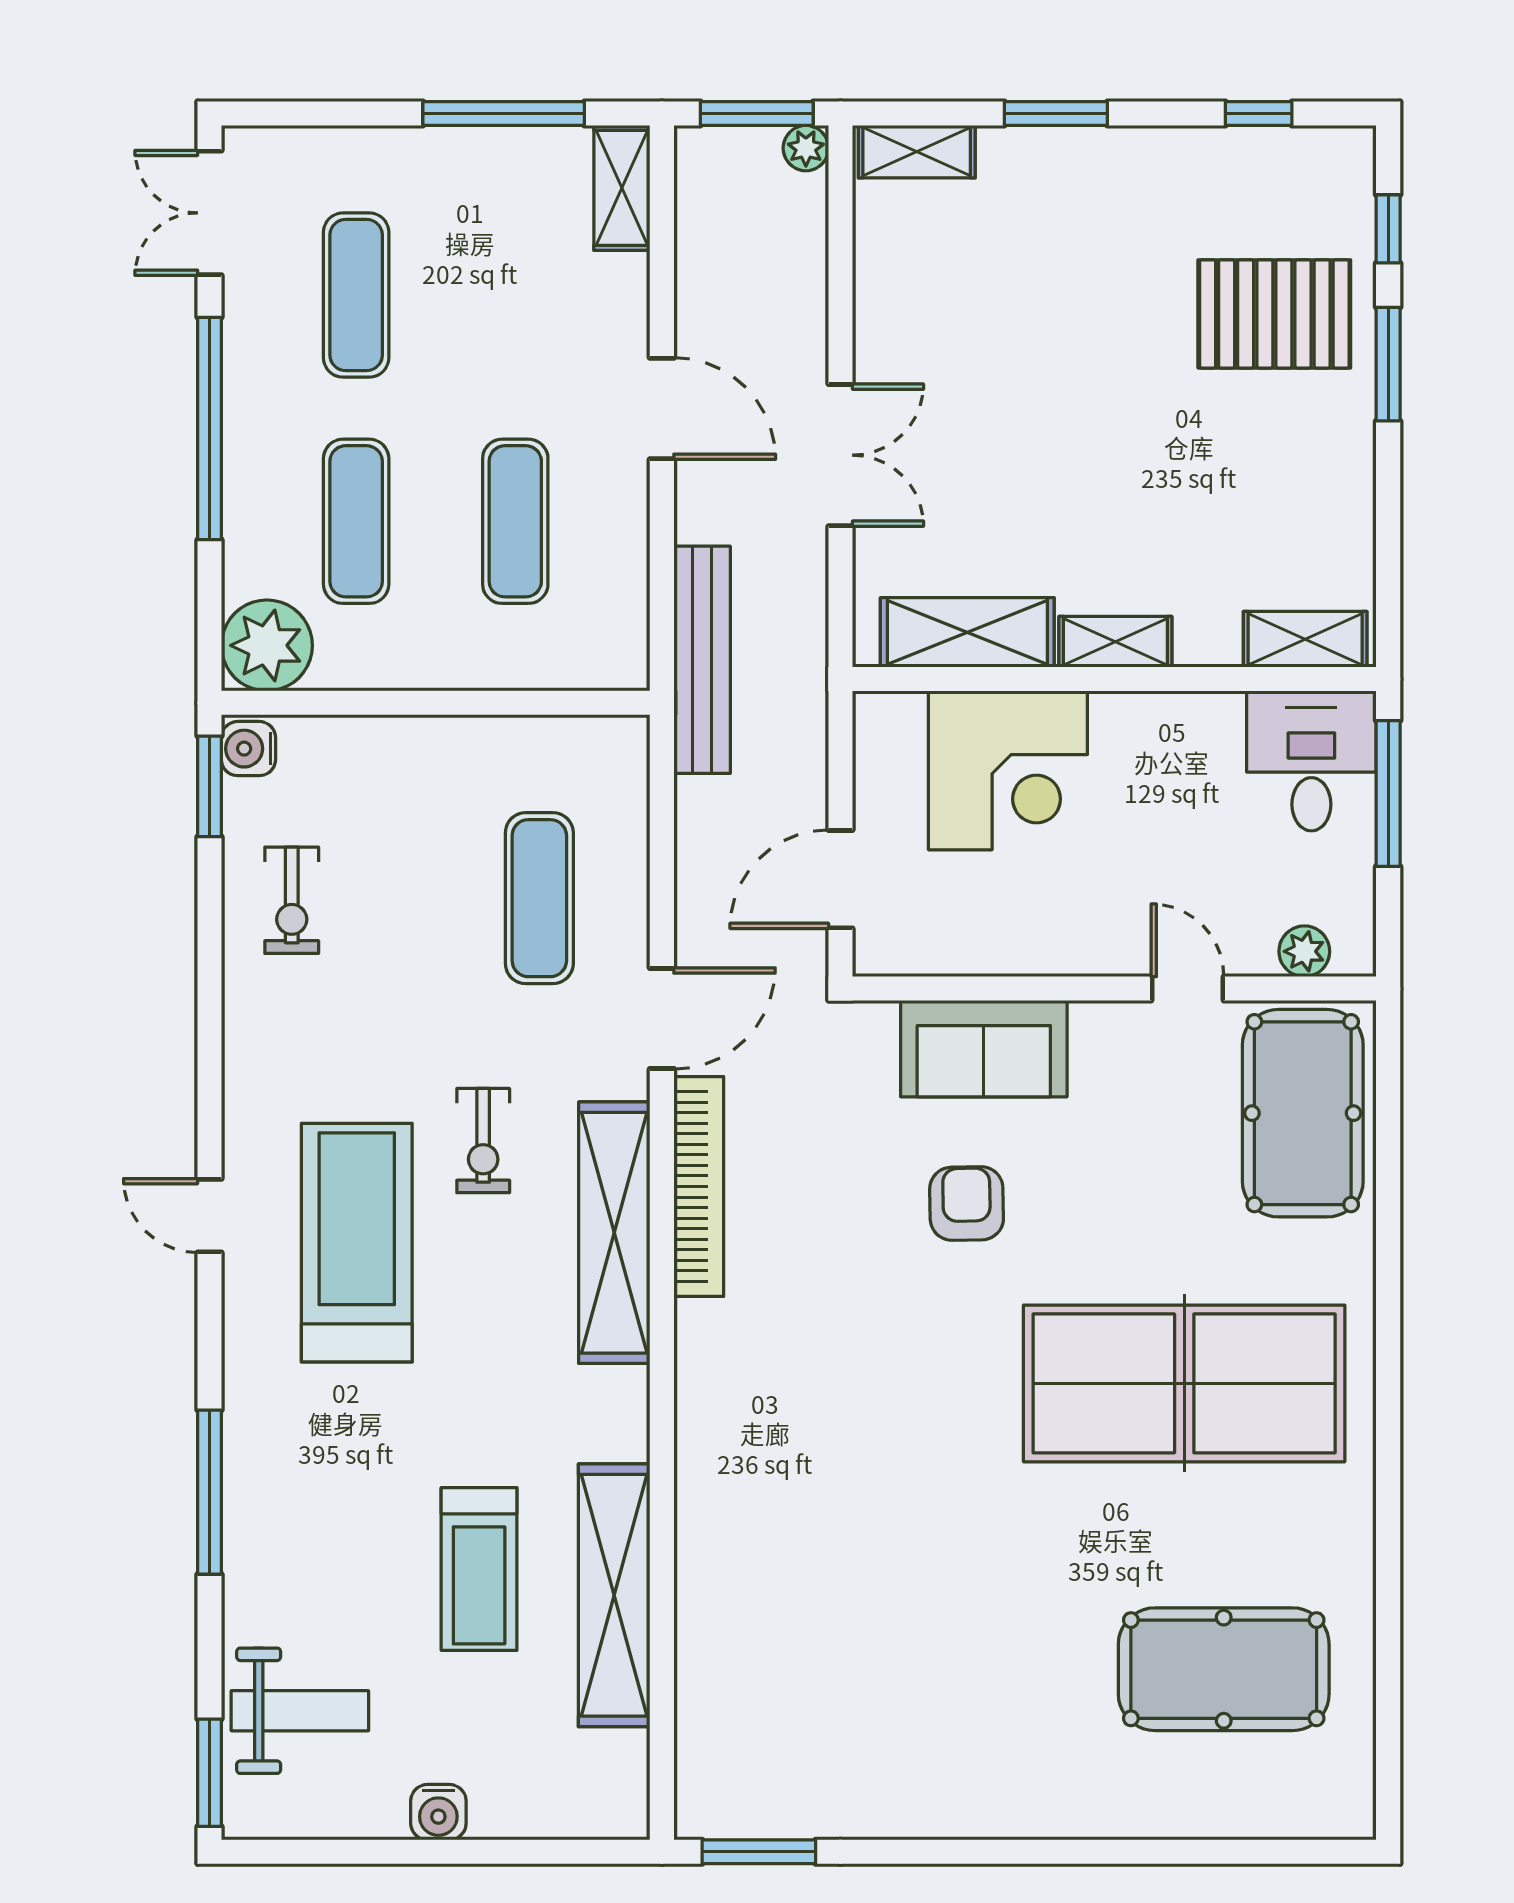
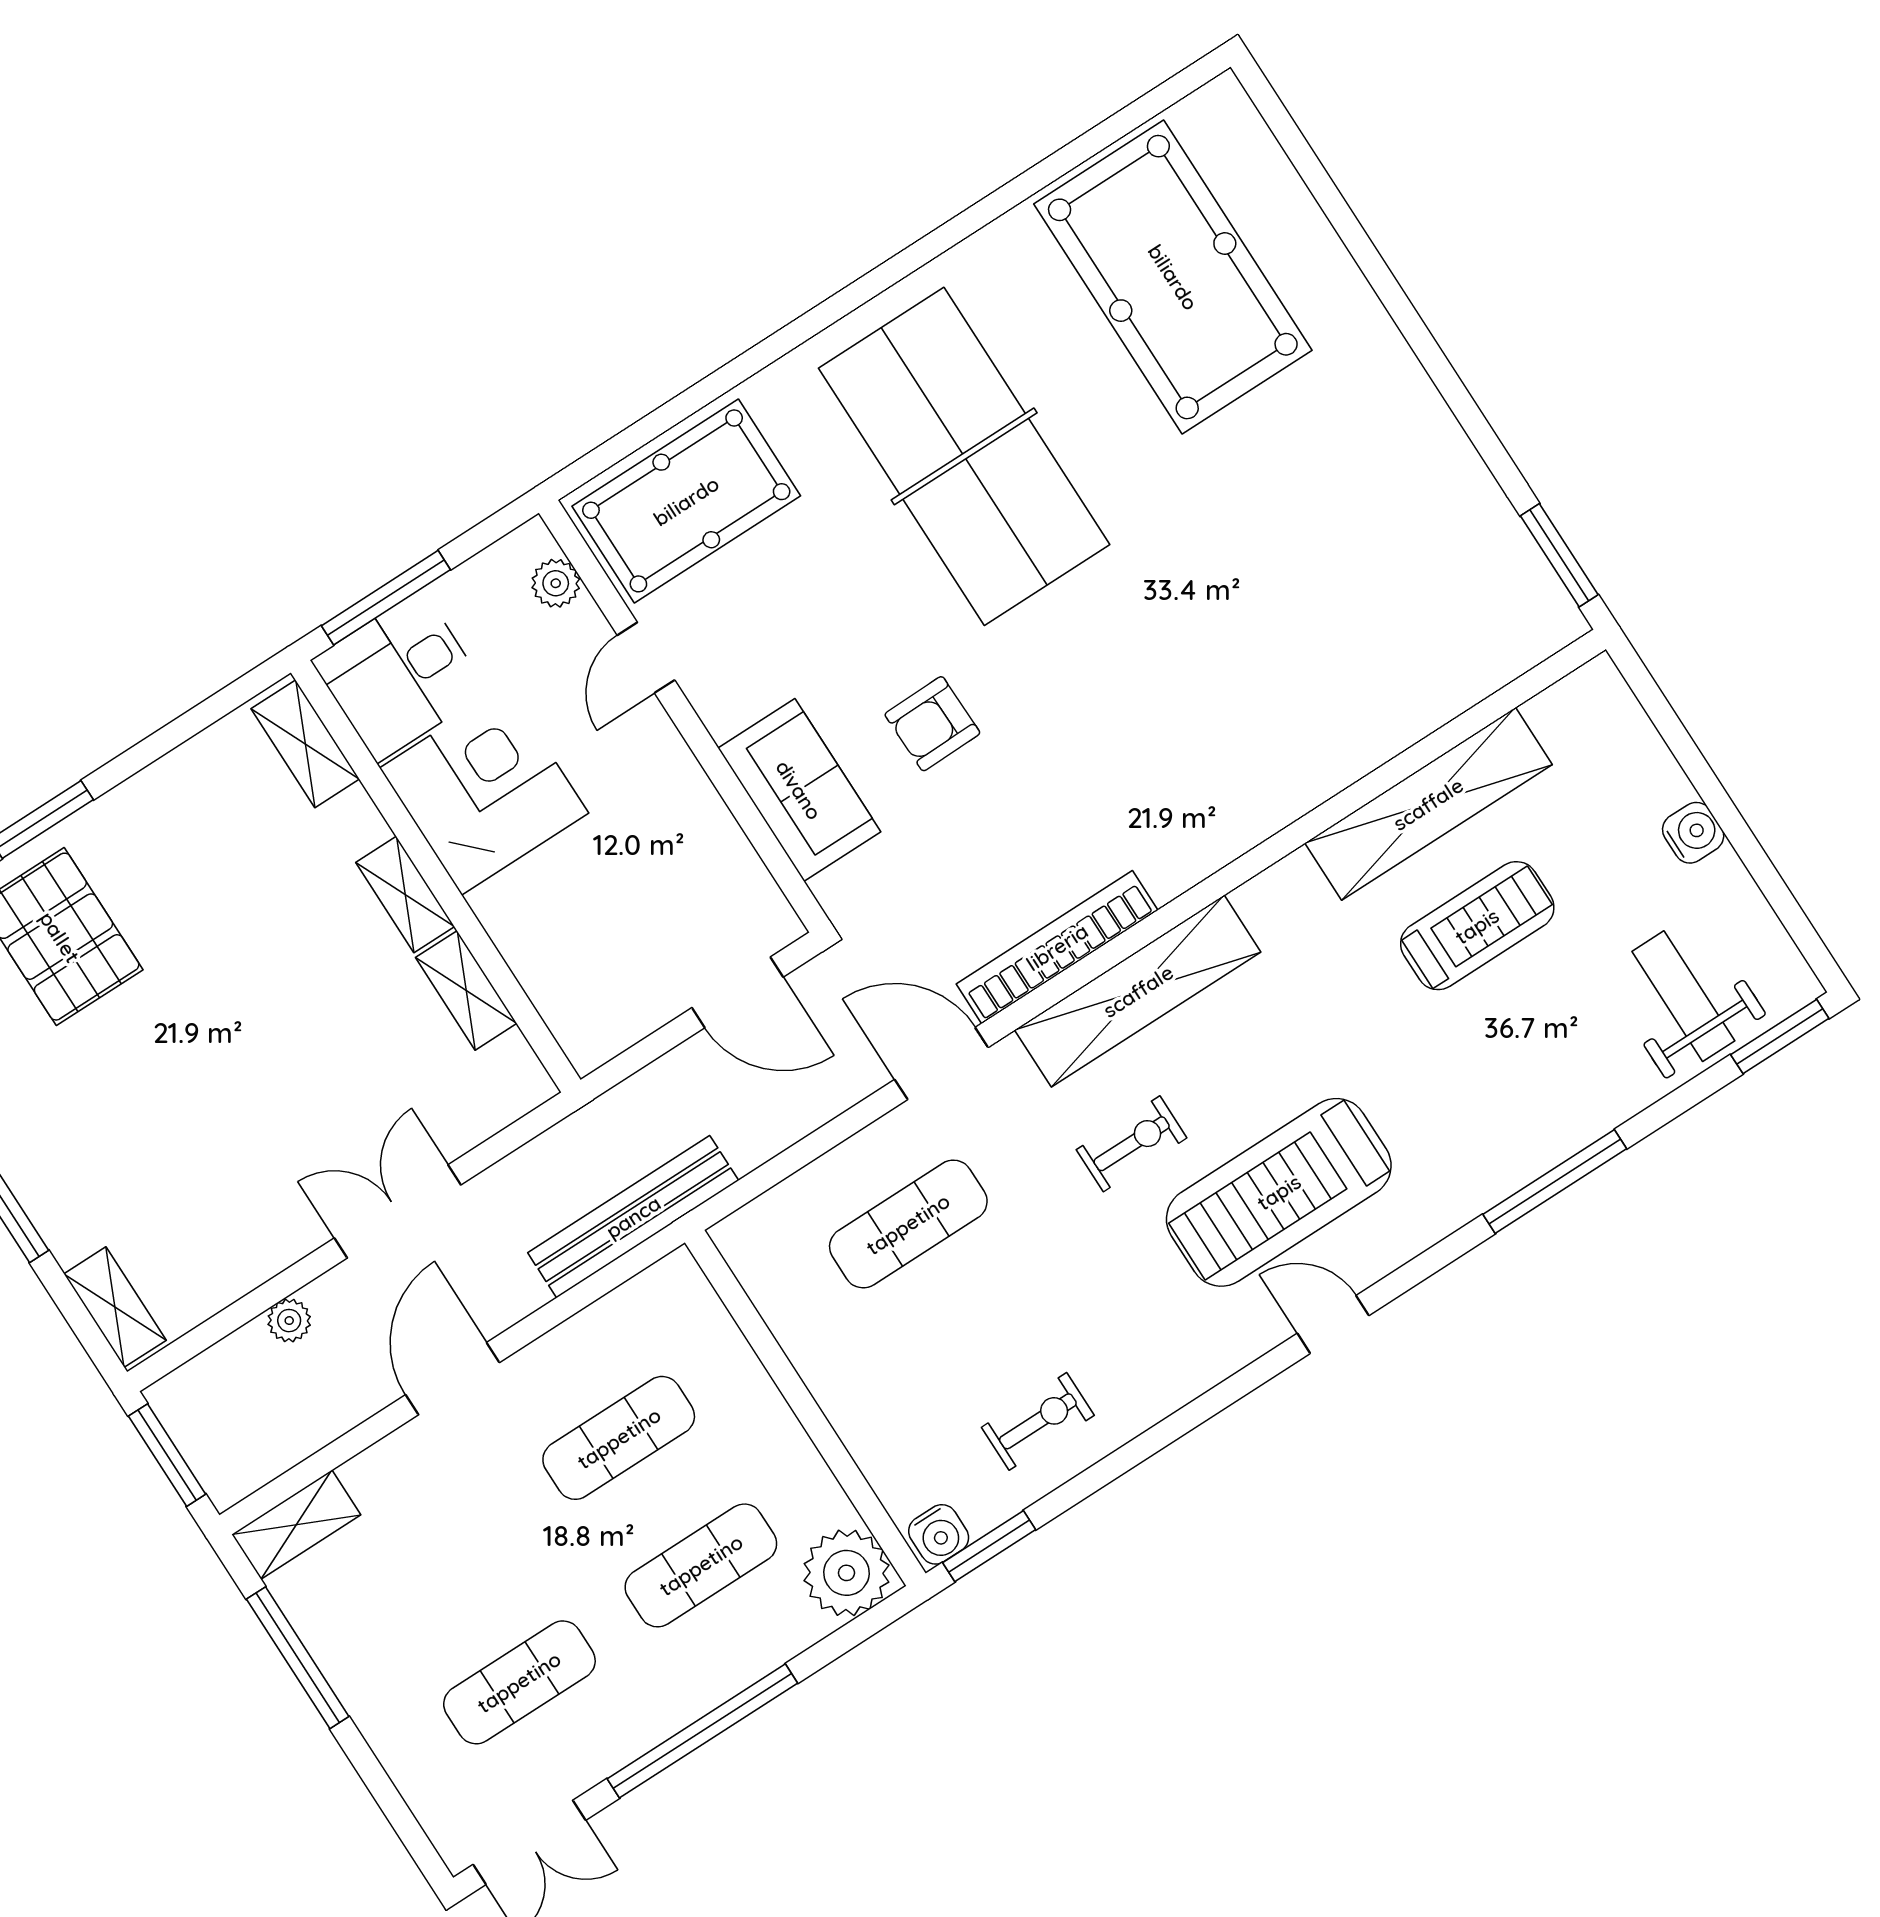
plant: (806, 148) -> (289, 1321), moved
shelving: (967, 632) -> (466, 990), width x0.67, depth x0.75
corner desk: (1008, 770) -> (484, 791), moved
door: (209, 1216) -> (1333, 1324), swing flipped
pool table: (1224, 1669) -> (1173, 277), width x1.36, depth x1.32

